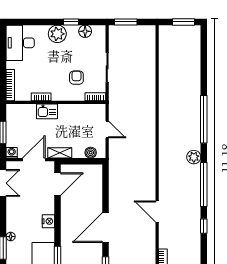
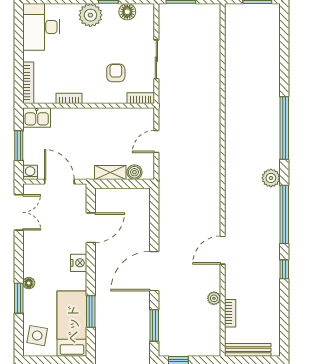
kitchen sink: (47, 111) -> (37, 117), moved
door: (107, 129) -> (156, 141), swing flipped
shelving: (60, 153) -> (110, 173), moved
door: (34, 160) -> (59, 182), hinge flipped
door: (58, 184) -> (91, 228), moved
door: (157, 212) -> (223, 250), hinge flipped
plant: (151, 248) -> (214, 298), added

